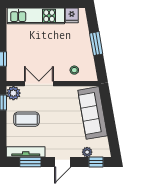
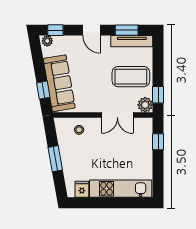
window: (107, 107) -> (43, 90), added
coffee table: (27, 119) -> (131, 77), width x1.36, depth x1.32
plant: (87, 152) -> (47, 41), moved
door: (63, 162) -> (92, 30), swing flipped

